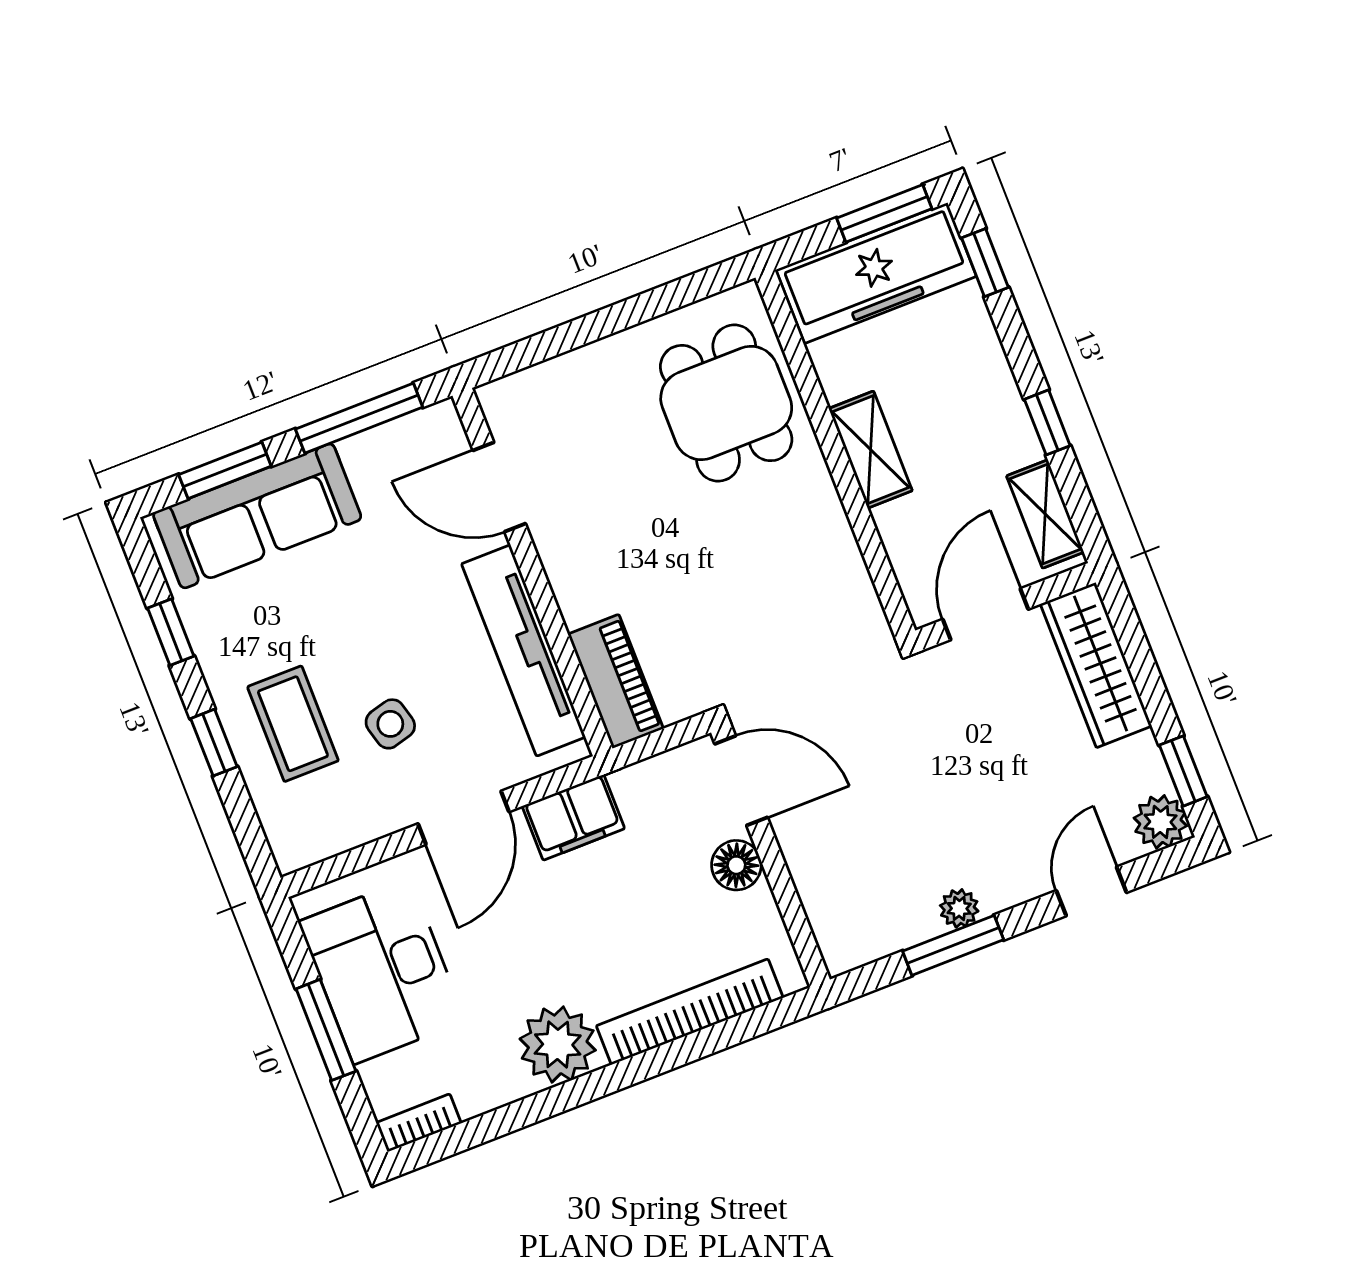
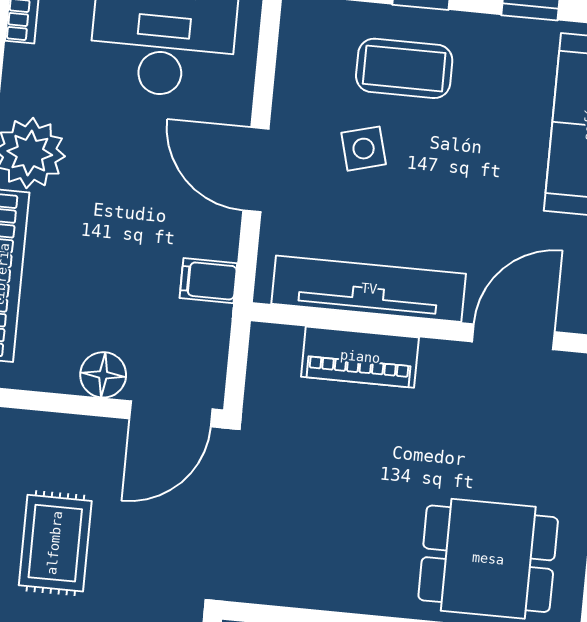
piano: (616, 681) -> (360, 357), moved
filing cabinet: (573, 817) -> (208, 281), width x0.50
rug: (923, 829) -> (55, 543), added

